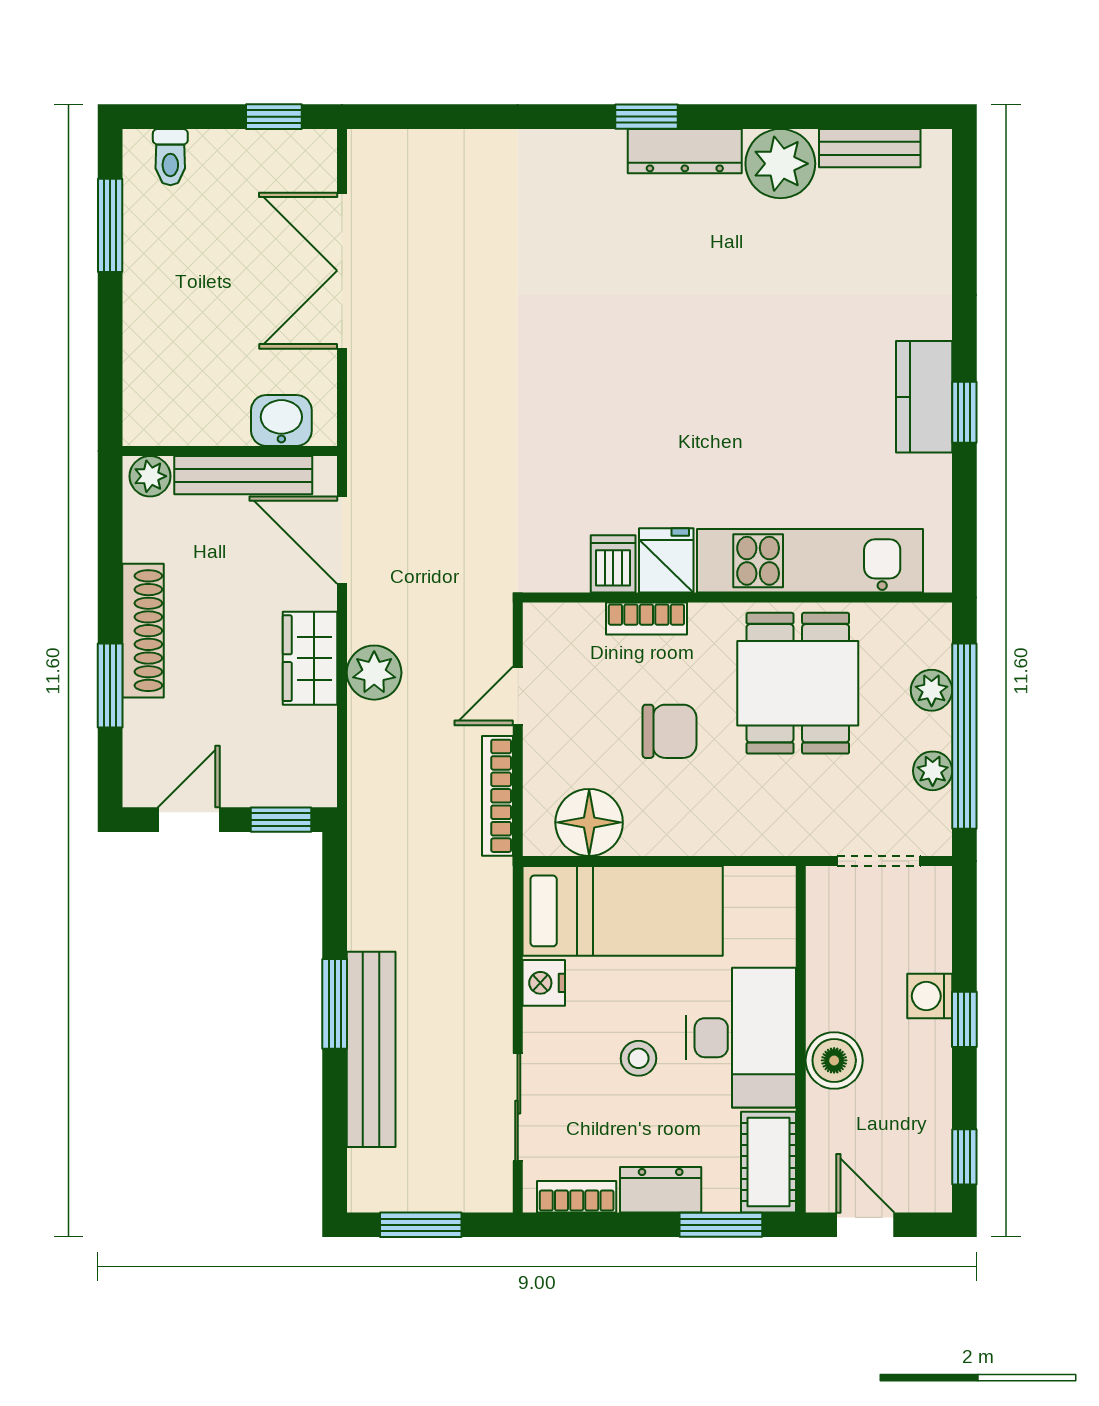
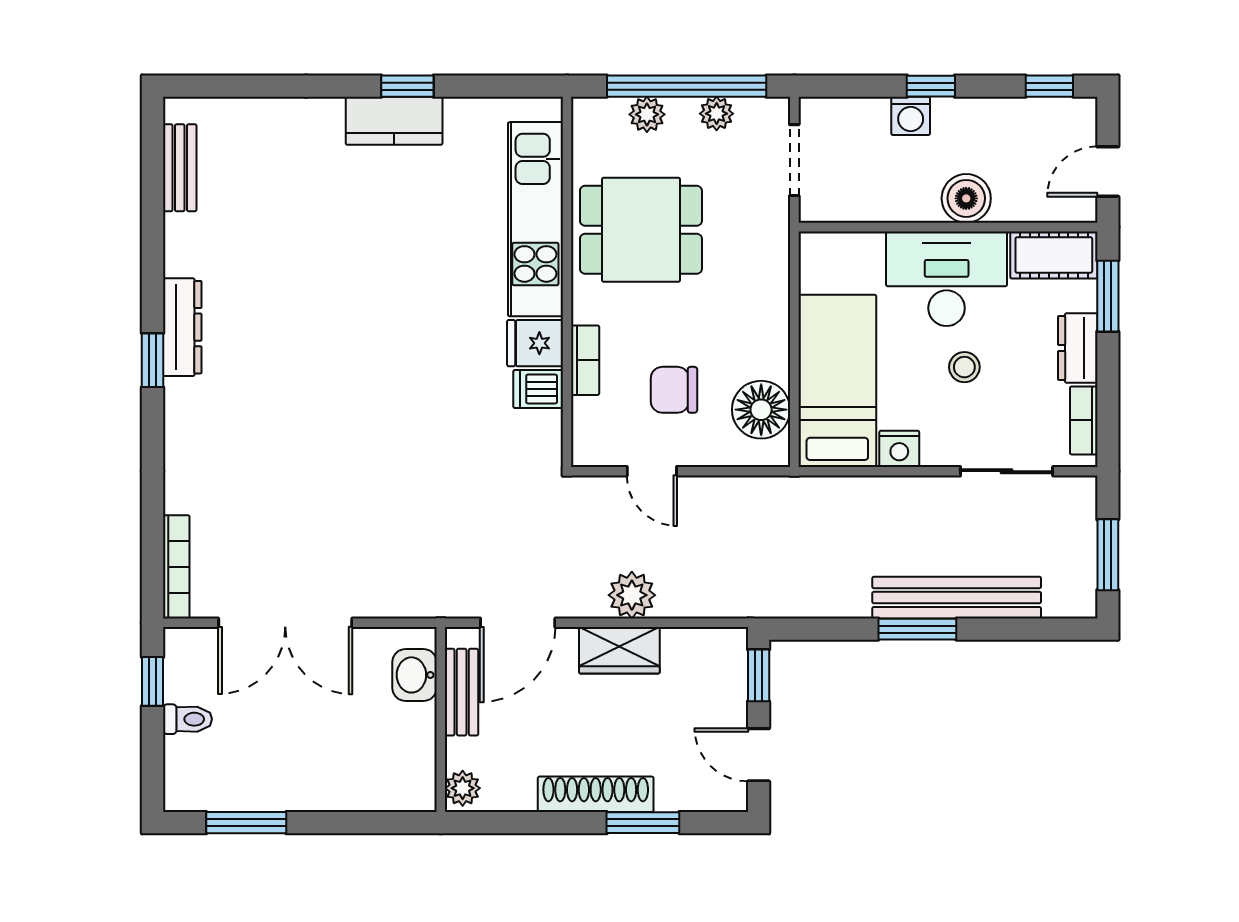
toilet: (170, 157) -> (187, 719), moved
plant: (780, 164) -> (193, 245), removed
bench: (243, 475) -> (462, 692), width x0.73
chair: (669, 731) -> (674, 390), moved, turned -90
bookcase: (497, 796) -> (176, 567), moved, turned -90

